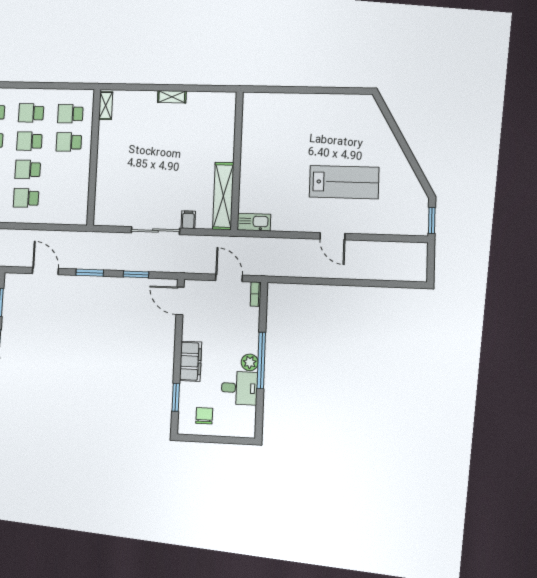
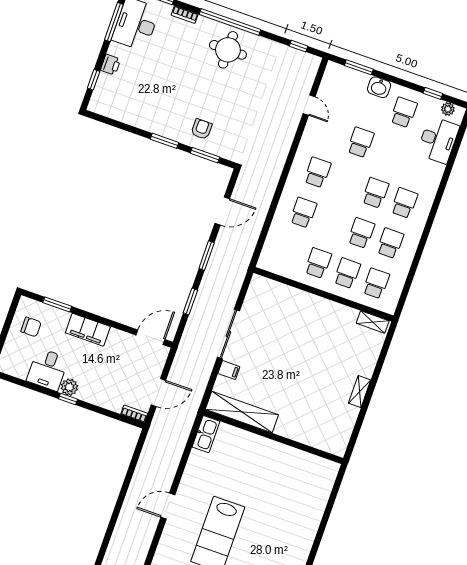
school desk: (28, 169) -> (318, 263), moved
window: (261, 360) -> (68, 399), width x0.32

